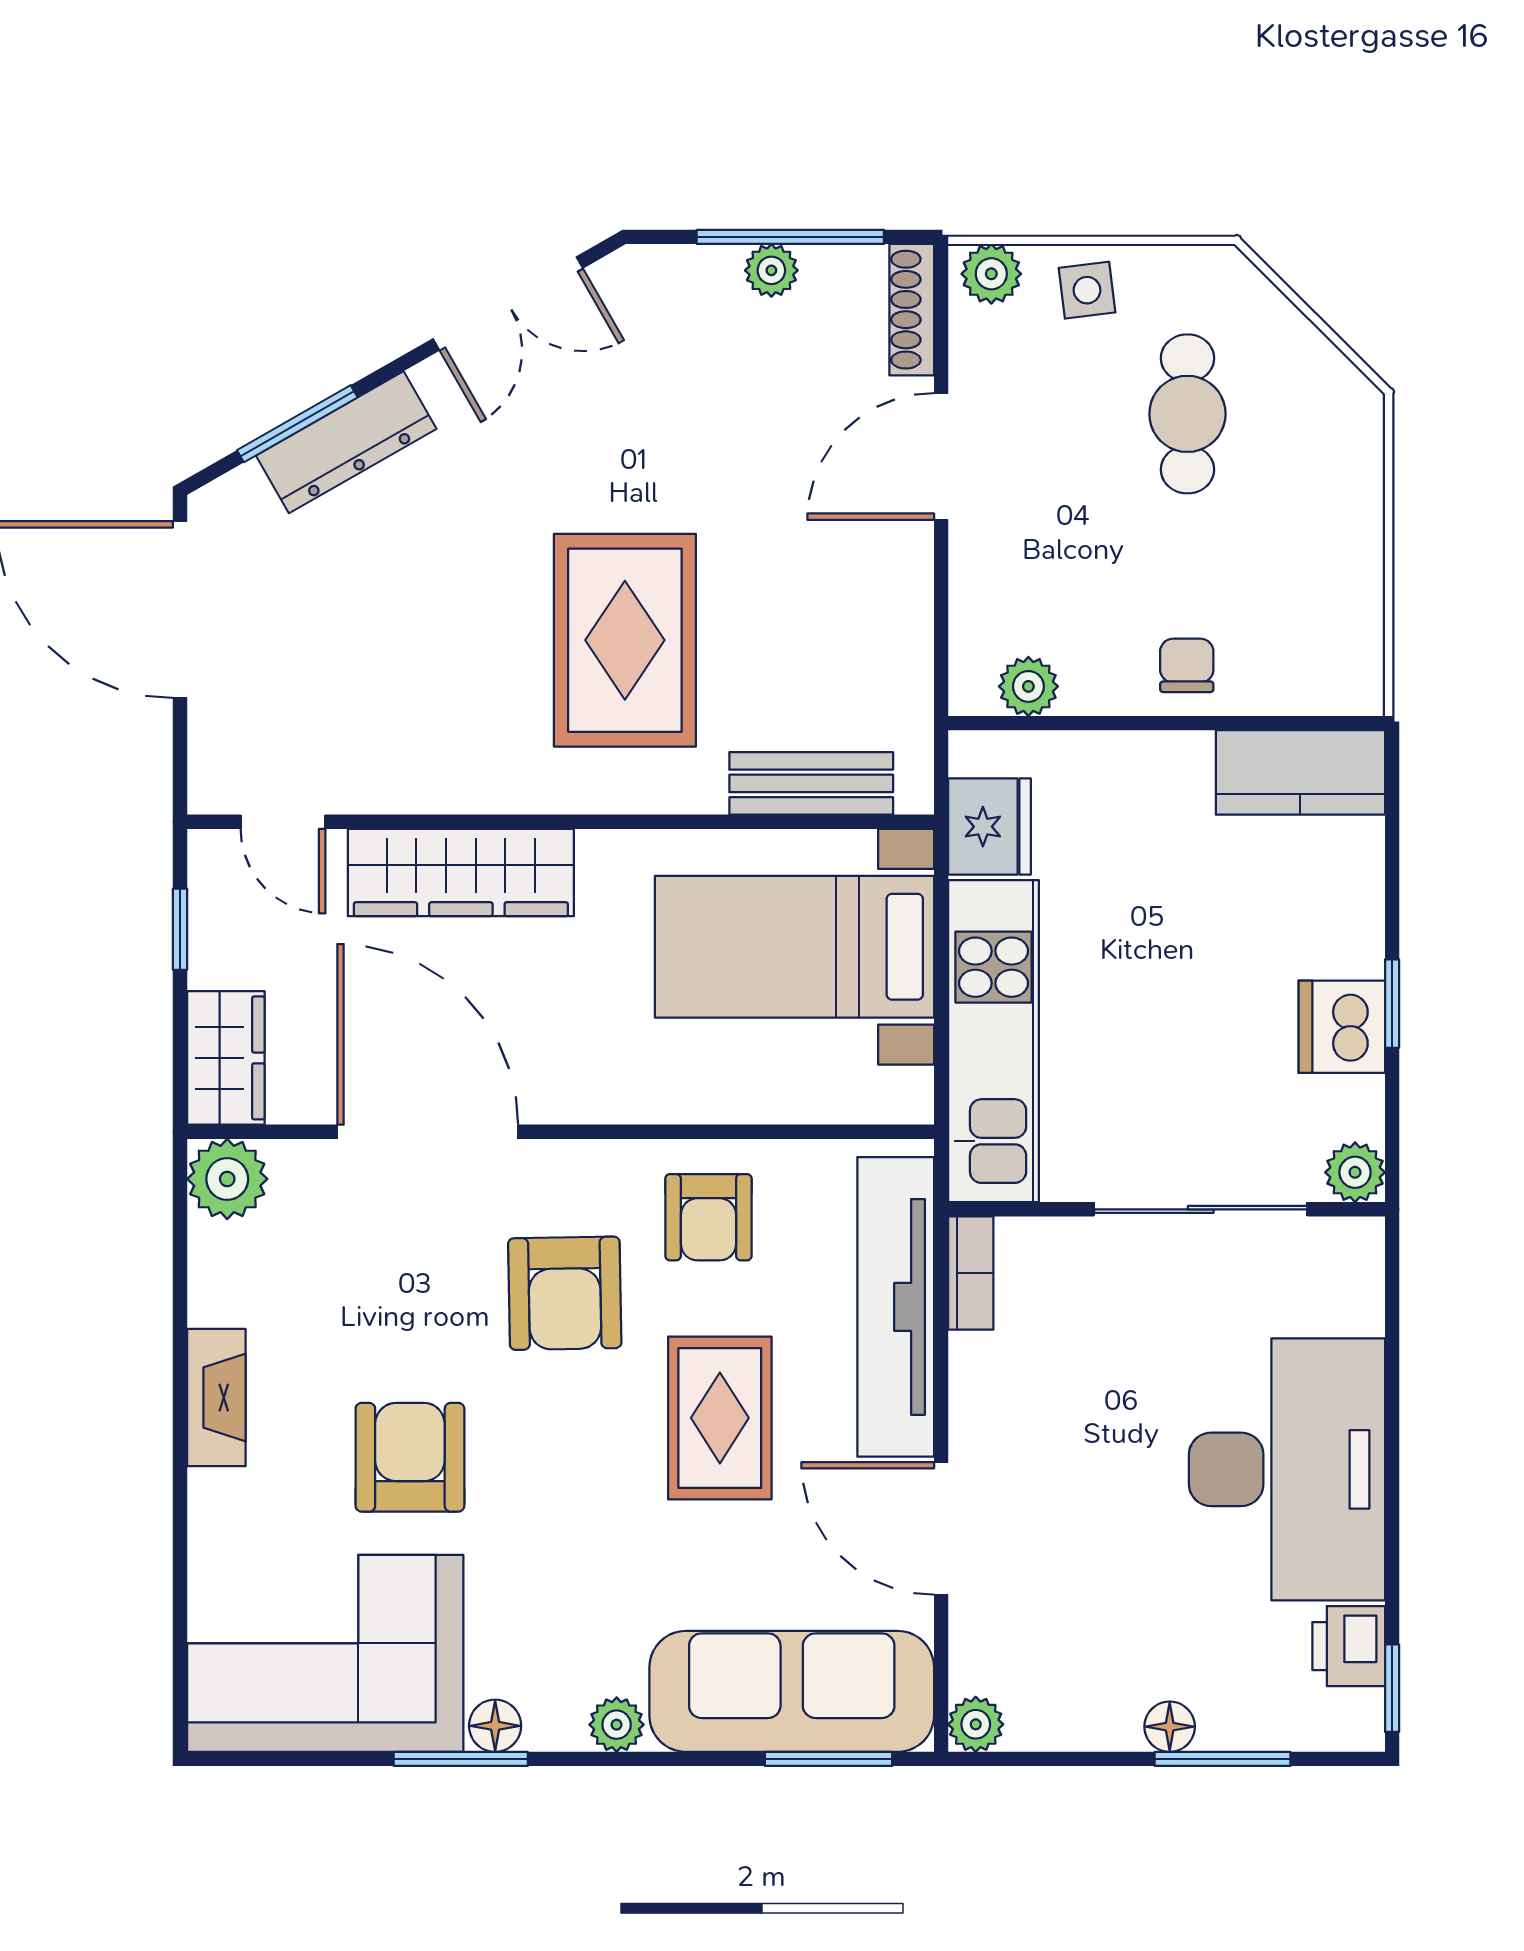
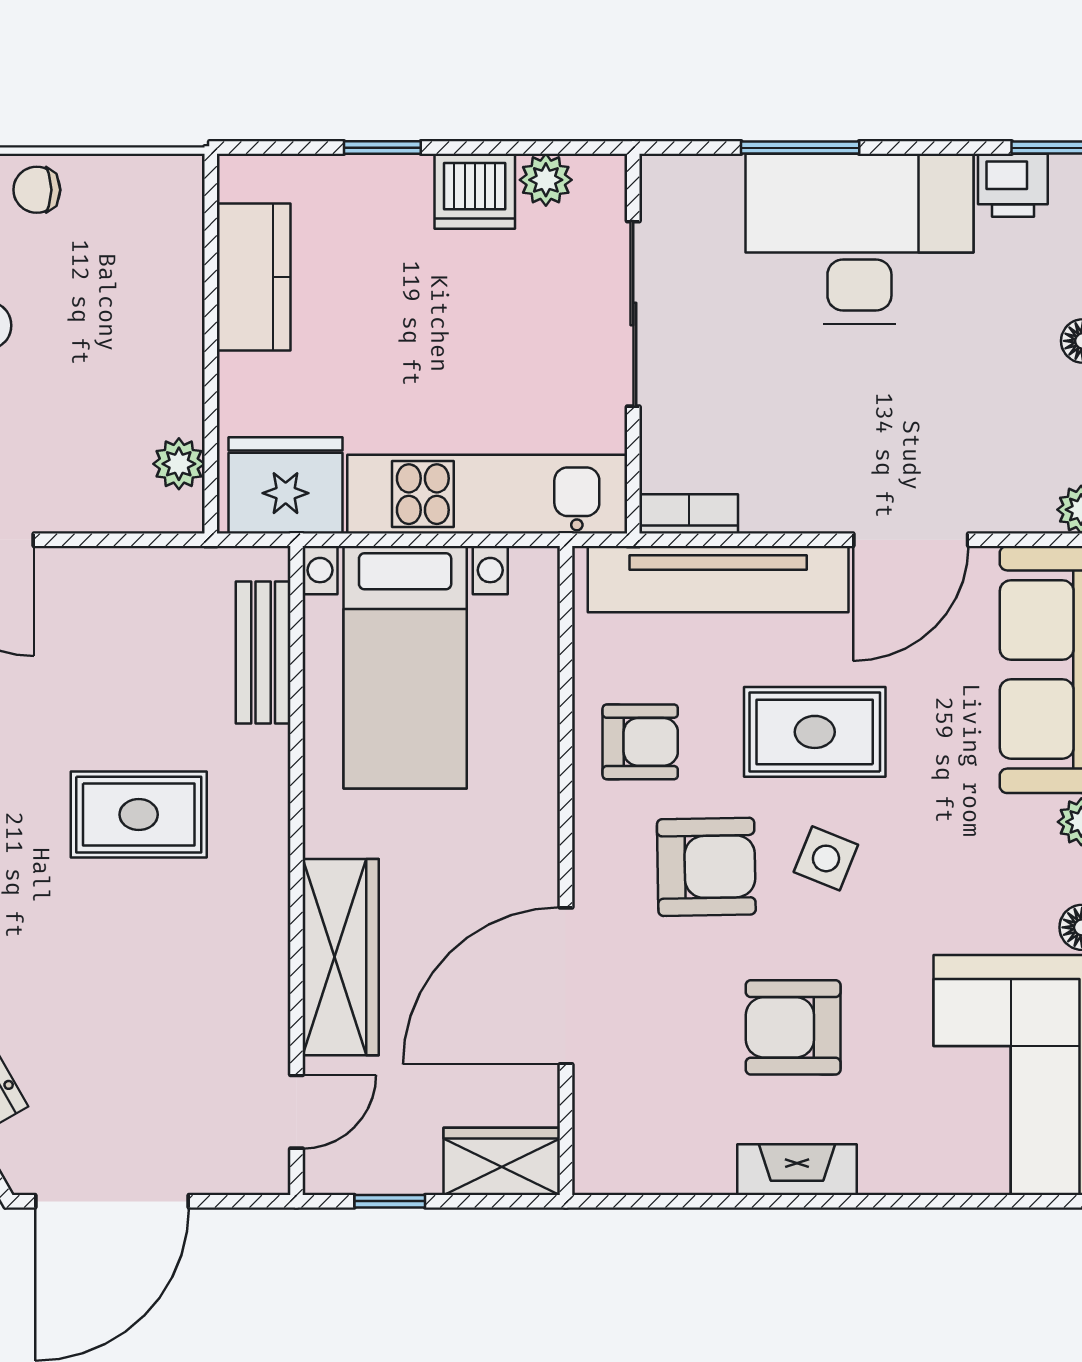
rug: (625, 640) -> (139, 815), width x0.73, depth x0.70
chair: (1187, 665) -> (37, 190), moved
kitchen counter: (1300, 772) -> (254, 277), moved
fridge: (989, 827) -> (286, 485), width x1.36, depth x1.34
window: (1392, 1004) -> (382, 148), moved
plant: (1355, 1172) -> (546, 180), moved
plant: (227, 1179) -> (607, 1160), removed
window: (1392, 1401) -> (800, 148), added
side table: (574, 1431) -> (826, 858), added
armchair: (410, 1457) -> (793, 1027), moved

